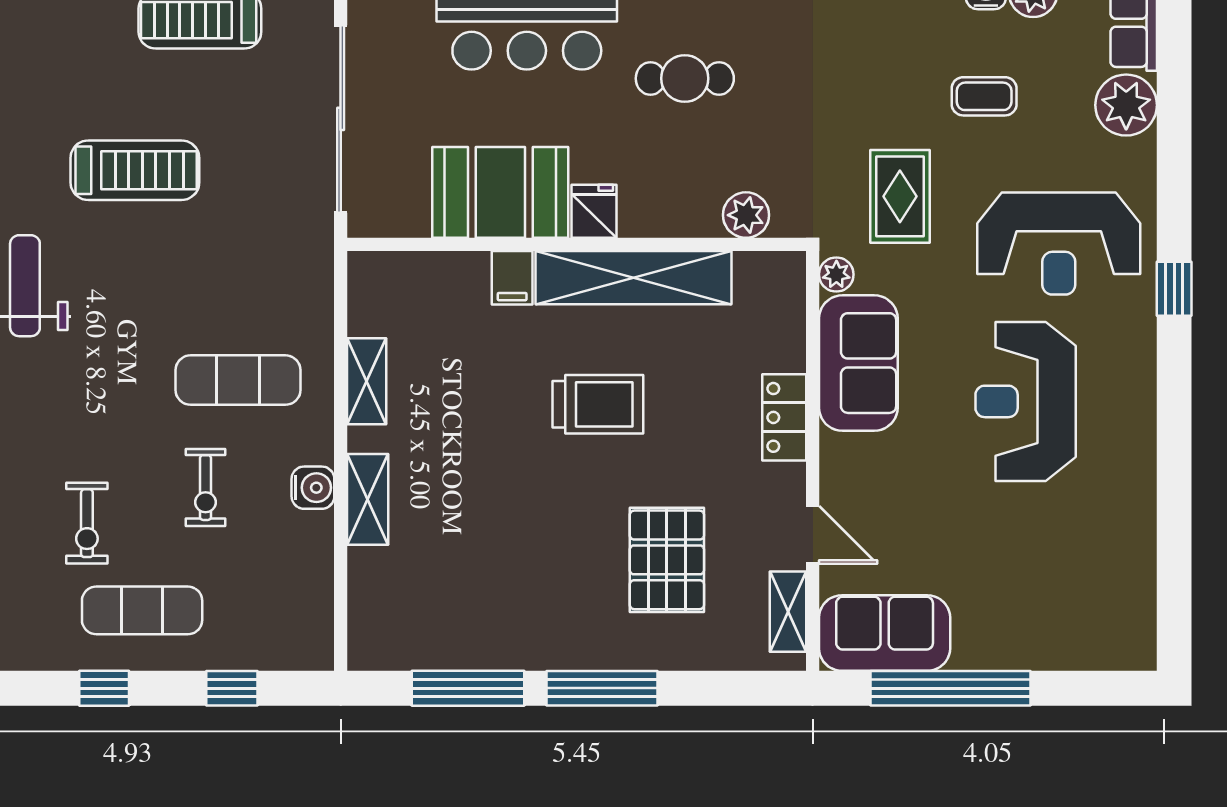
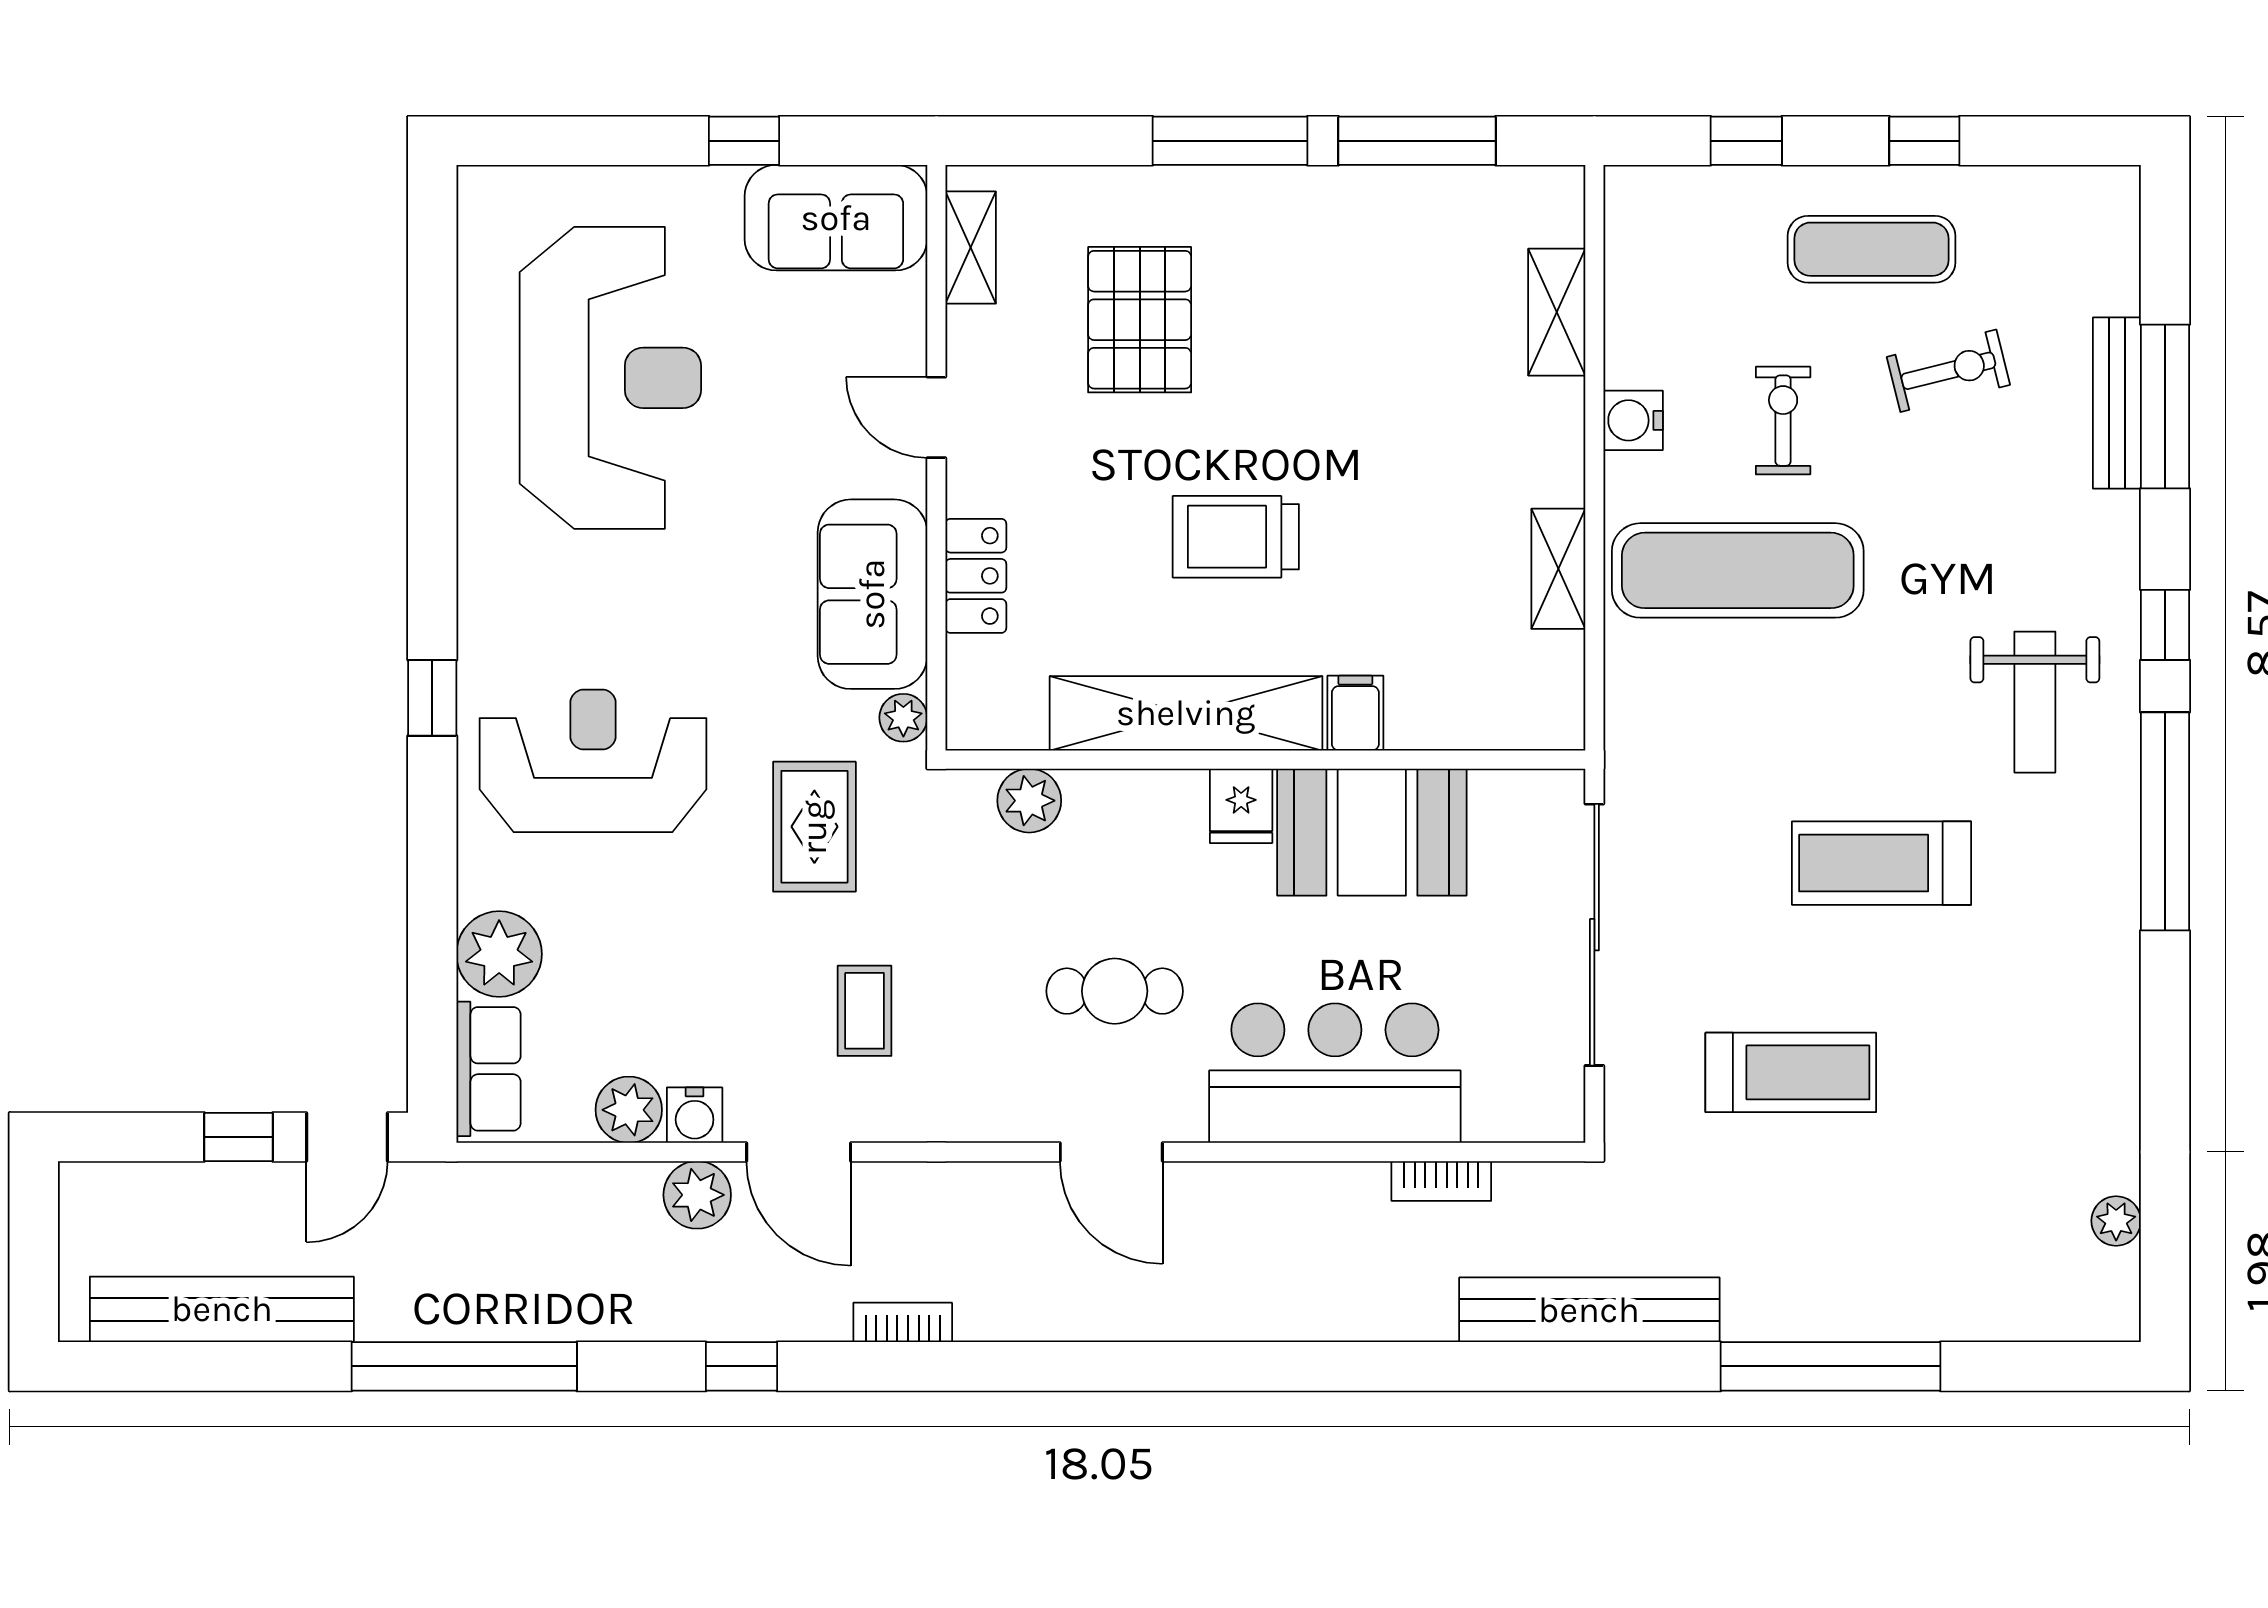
coffee table: (984, 96) -> (865, 1011), moved, turned 90
exercise mat: (238, 380) -> (1738, 570), width x1.36, depth x1.45
reception desk: (1026, 401) -> (610, 378), moved, width x1.36, depth x1.30
locker: (784, 417) -> (976, 576), moved
shelving: (368, 499) -> (1557, 312), moved
exercise bike: (87, 523) -> (1948, 371), turned 76
door: (813, 535) -> (936, 417), moved
window: (950, 688) -> (744, 141), width x0.32

